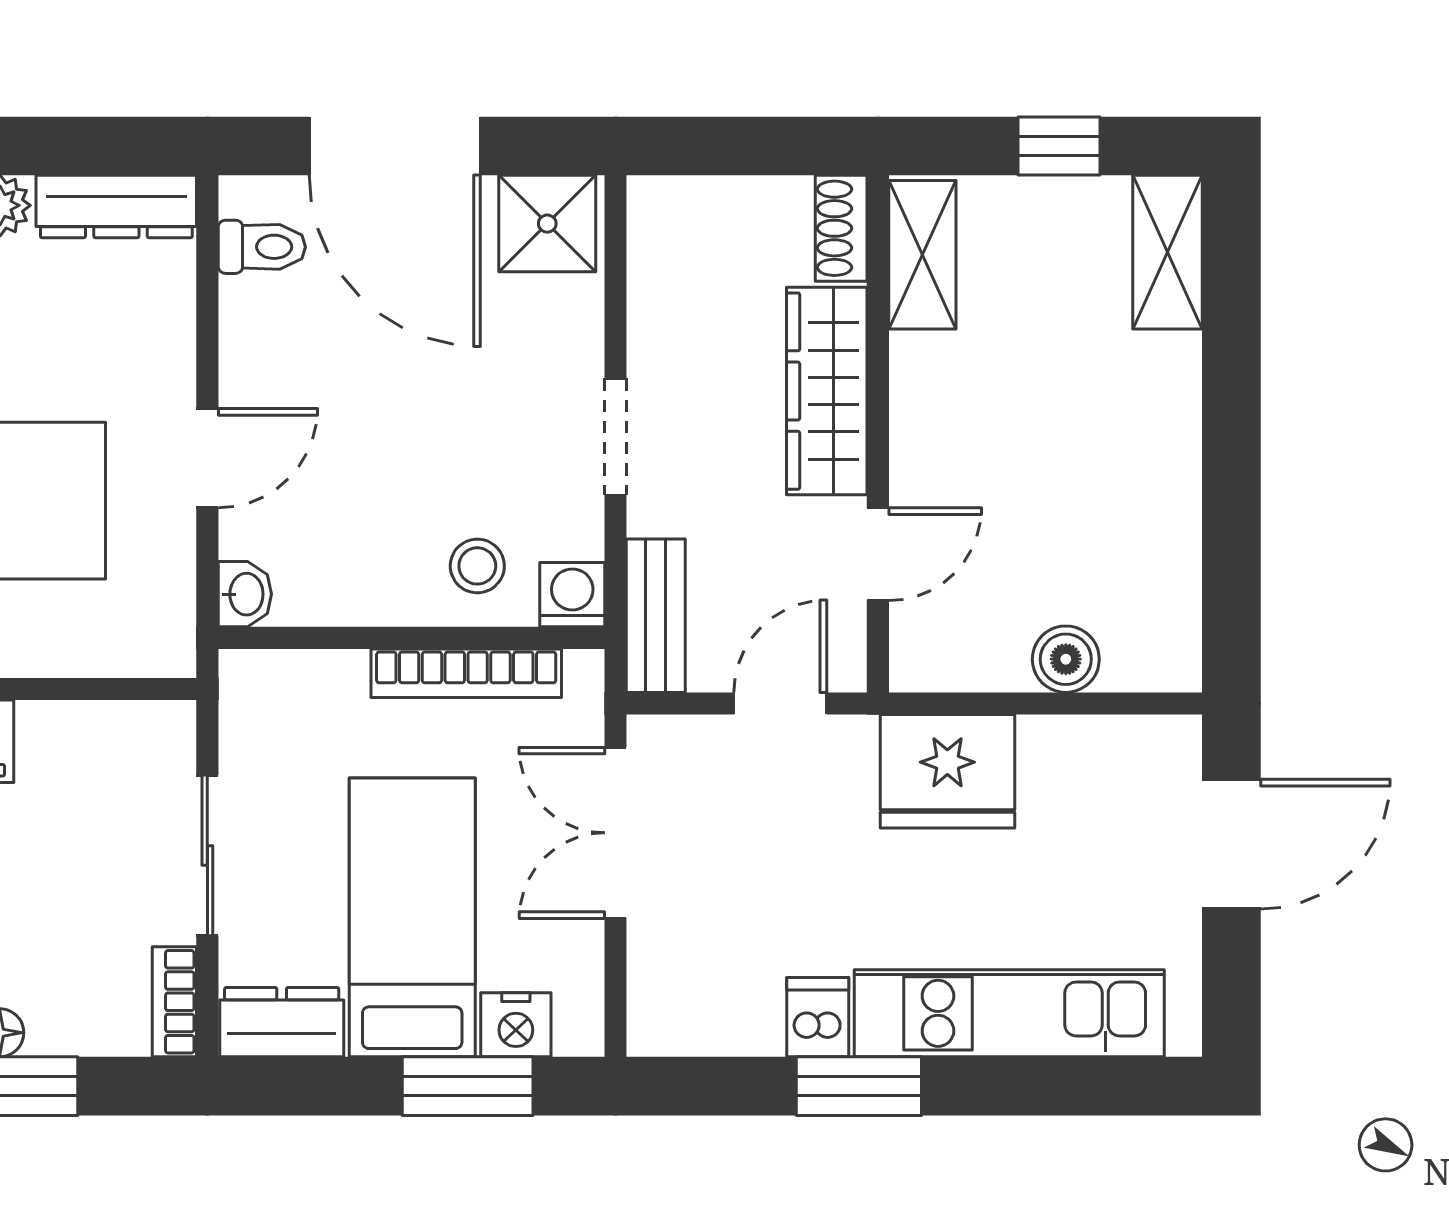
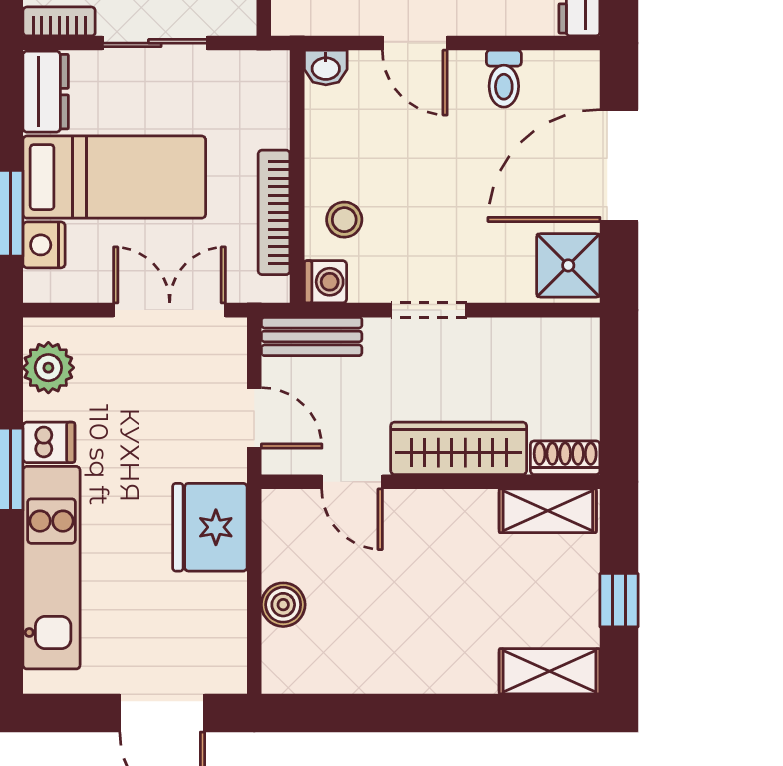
toilet: (262, 247) -> (504, 79), moved
plant: (704, 1018) -> (48, 368), added

